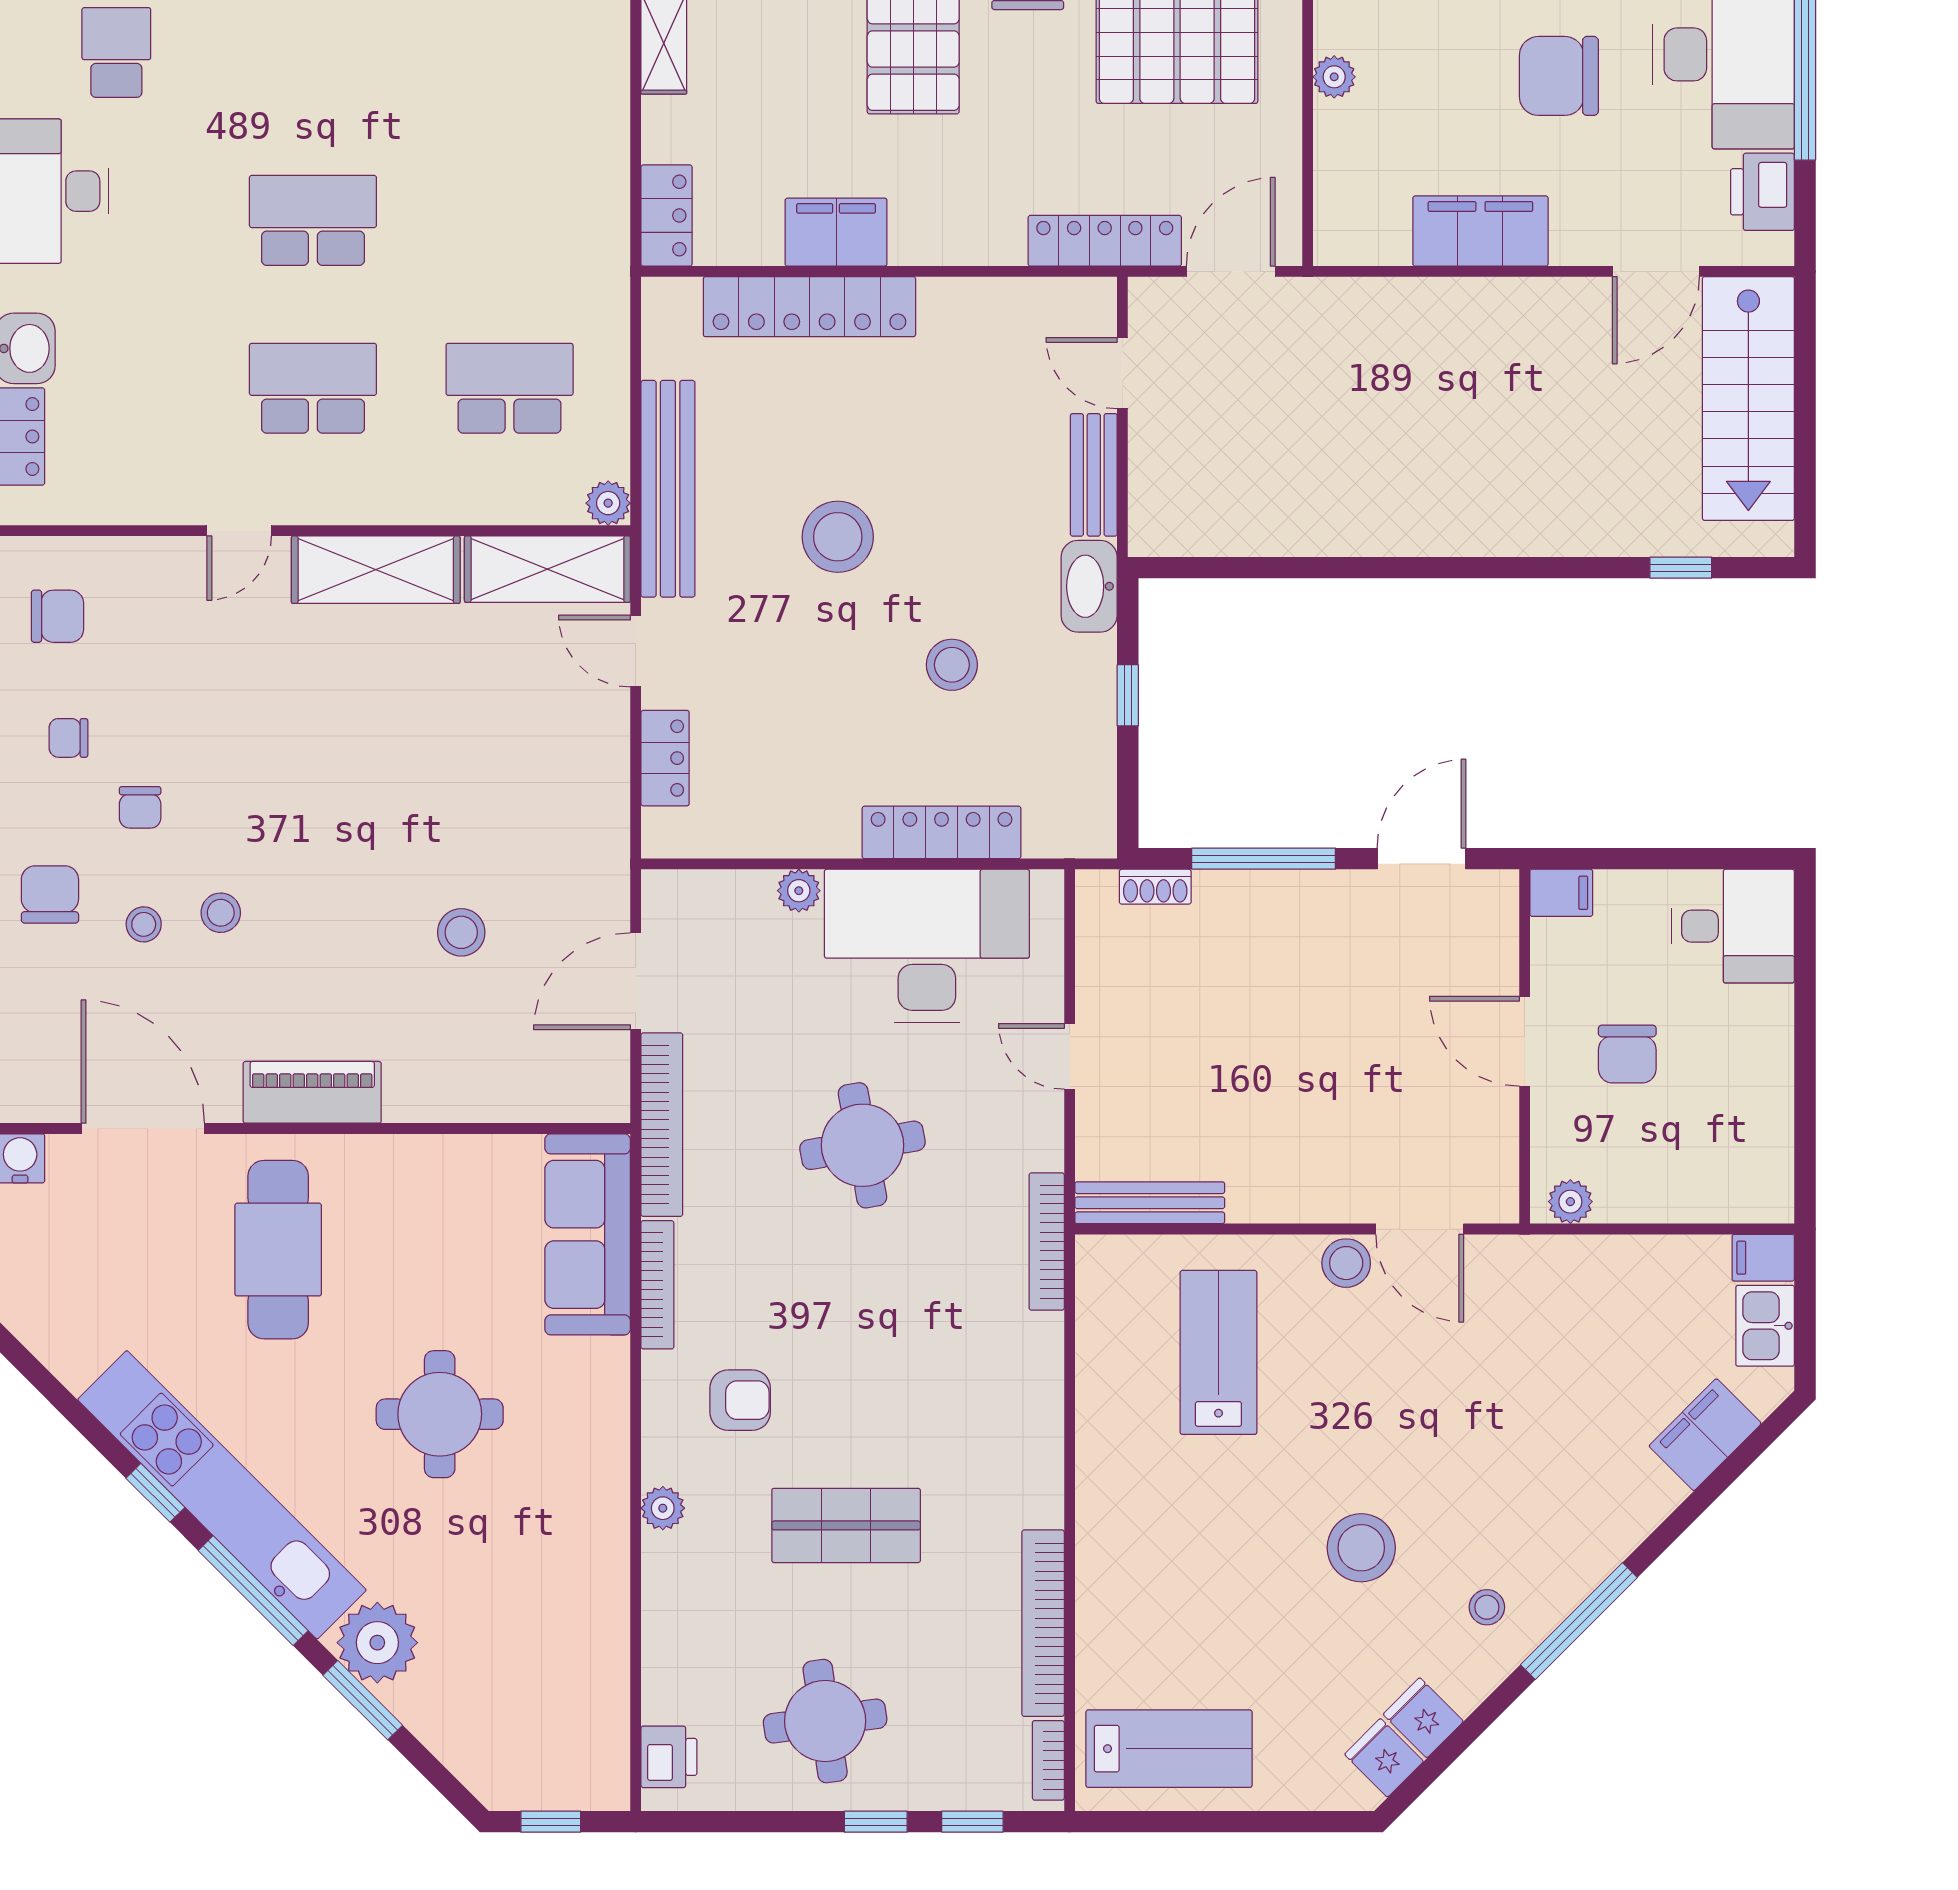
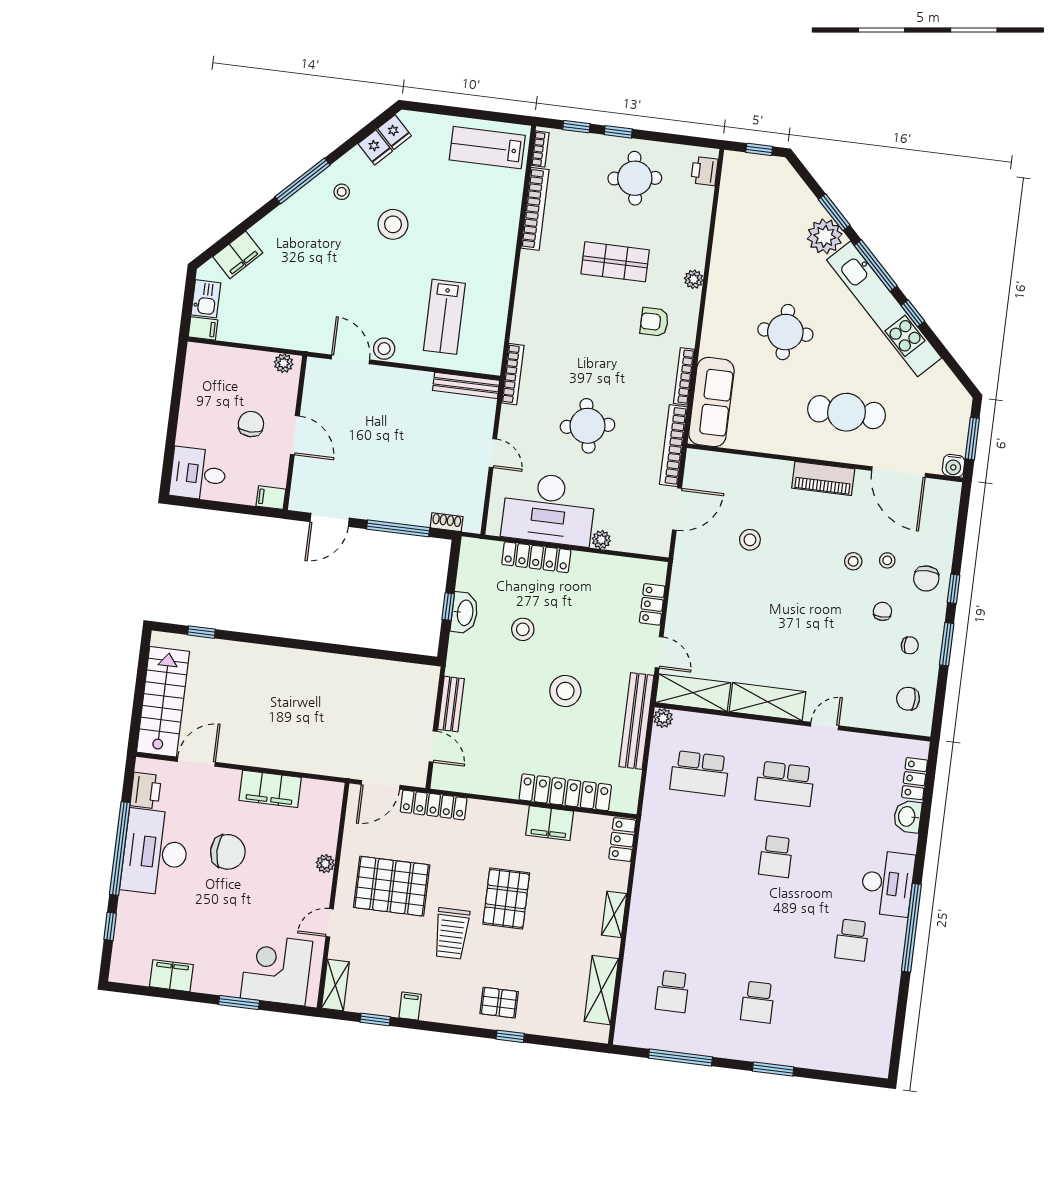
school desk: (313, 220) -> (776, 857), width x0.54
washbasin: (1089, 586) -> (464, 613), moved
cafe table: (278, 1250) -> (846, 412), turned 90

